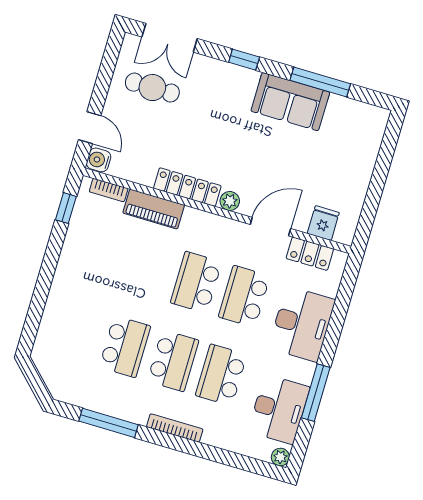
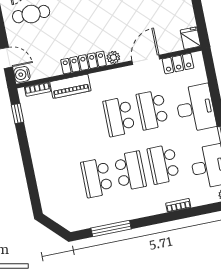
fridge: (323, 223) -> (191, 38), moved
school desk: (125, 347) -> (97, 178), turned 180
bookcase: (175, 428) -> (178, 205), moved, width x0.64

